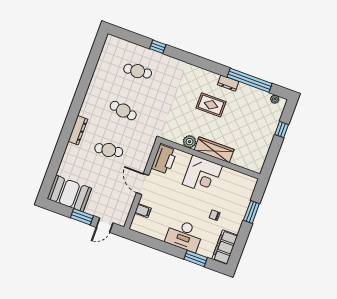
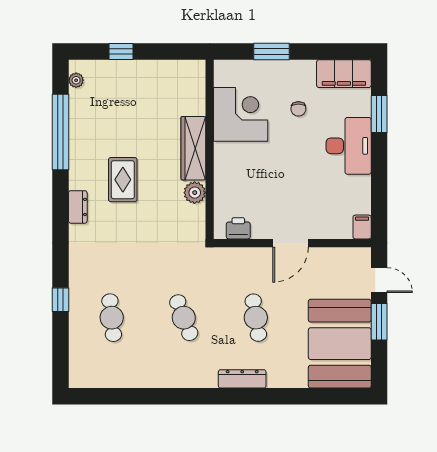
dresser: (228, 83) -> (78, 207), moved
cafe table: (123, 111) -> (184, 318), turned -30
printer: (164, 159) -> (238, 228), width x0.53, depth x0.68
corner desk: (202, 175) -> (241, 114), moved
booth: (69, 194) -> (340, 344), width x1.36, depth x1.42
filing cabinet: (143, 211) -> (362, 227), moved

